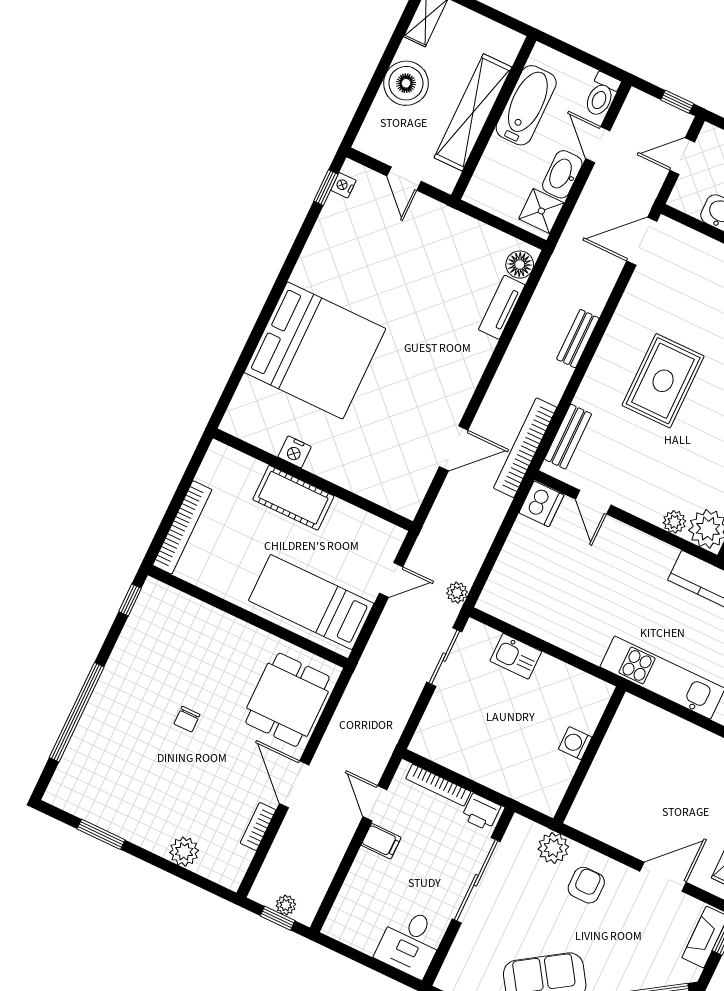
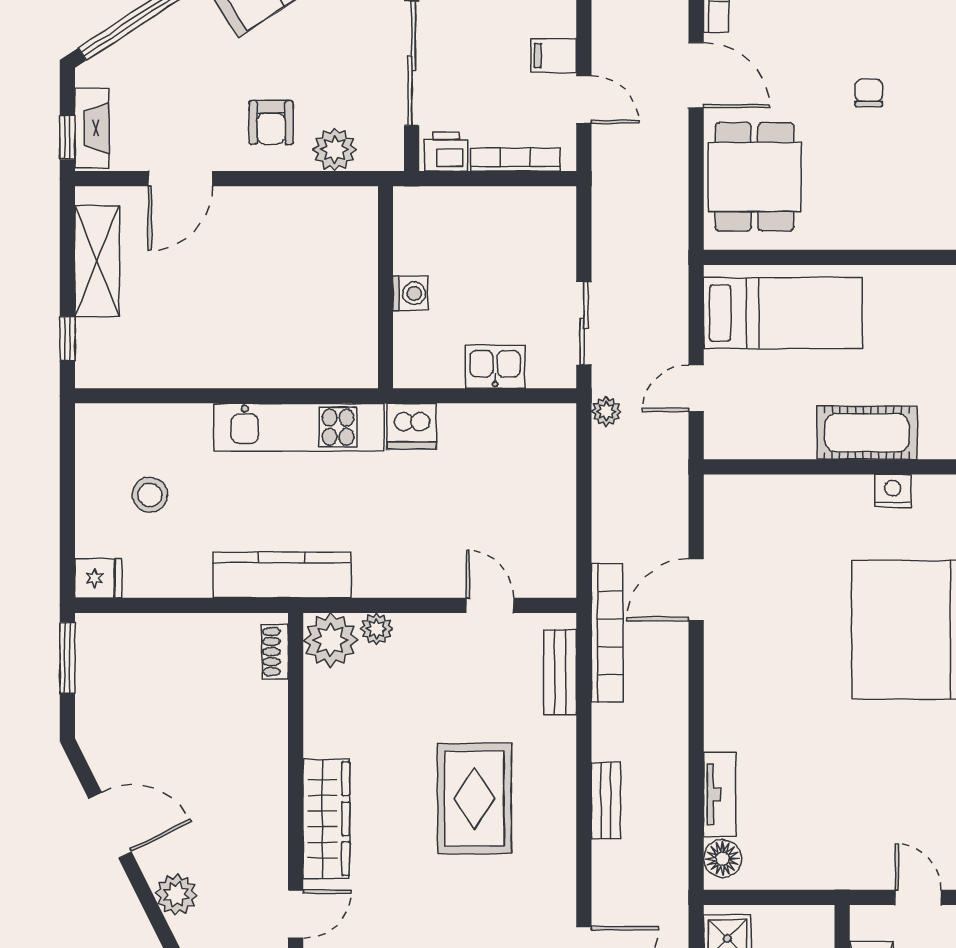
dishwasher: (541, 504) -> (412, 426), moved, turned -90
washing machine: (575, 743) -> (411, 293), moved
wall: (590, 755) -> (385, 287), moved

